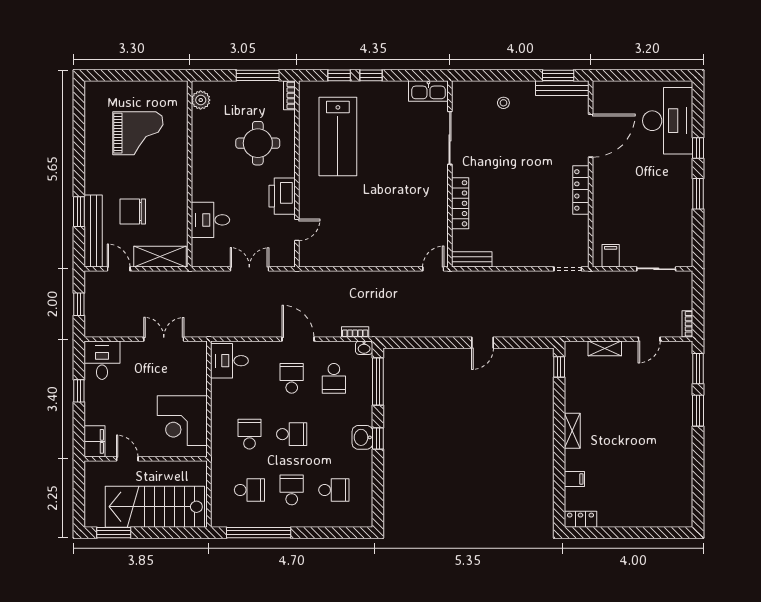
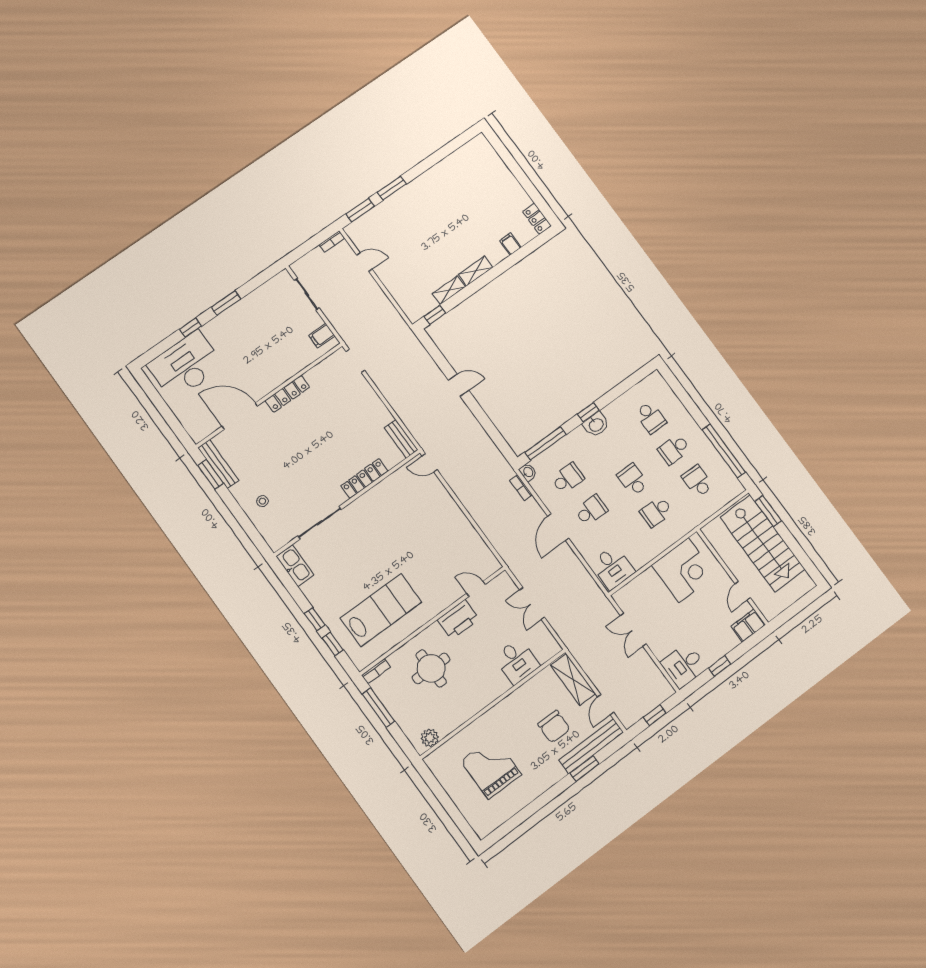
shelving: (605, 348) -> (449, 290), moved, turned 90
school desk: (292, 378) -> (591, 510), turned 180
school desk: (334, 490) -> (651, 418), turned 180
window: (114, 533) -> (768, 511), moved

